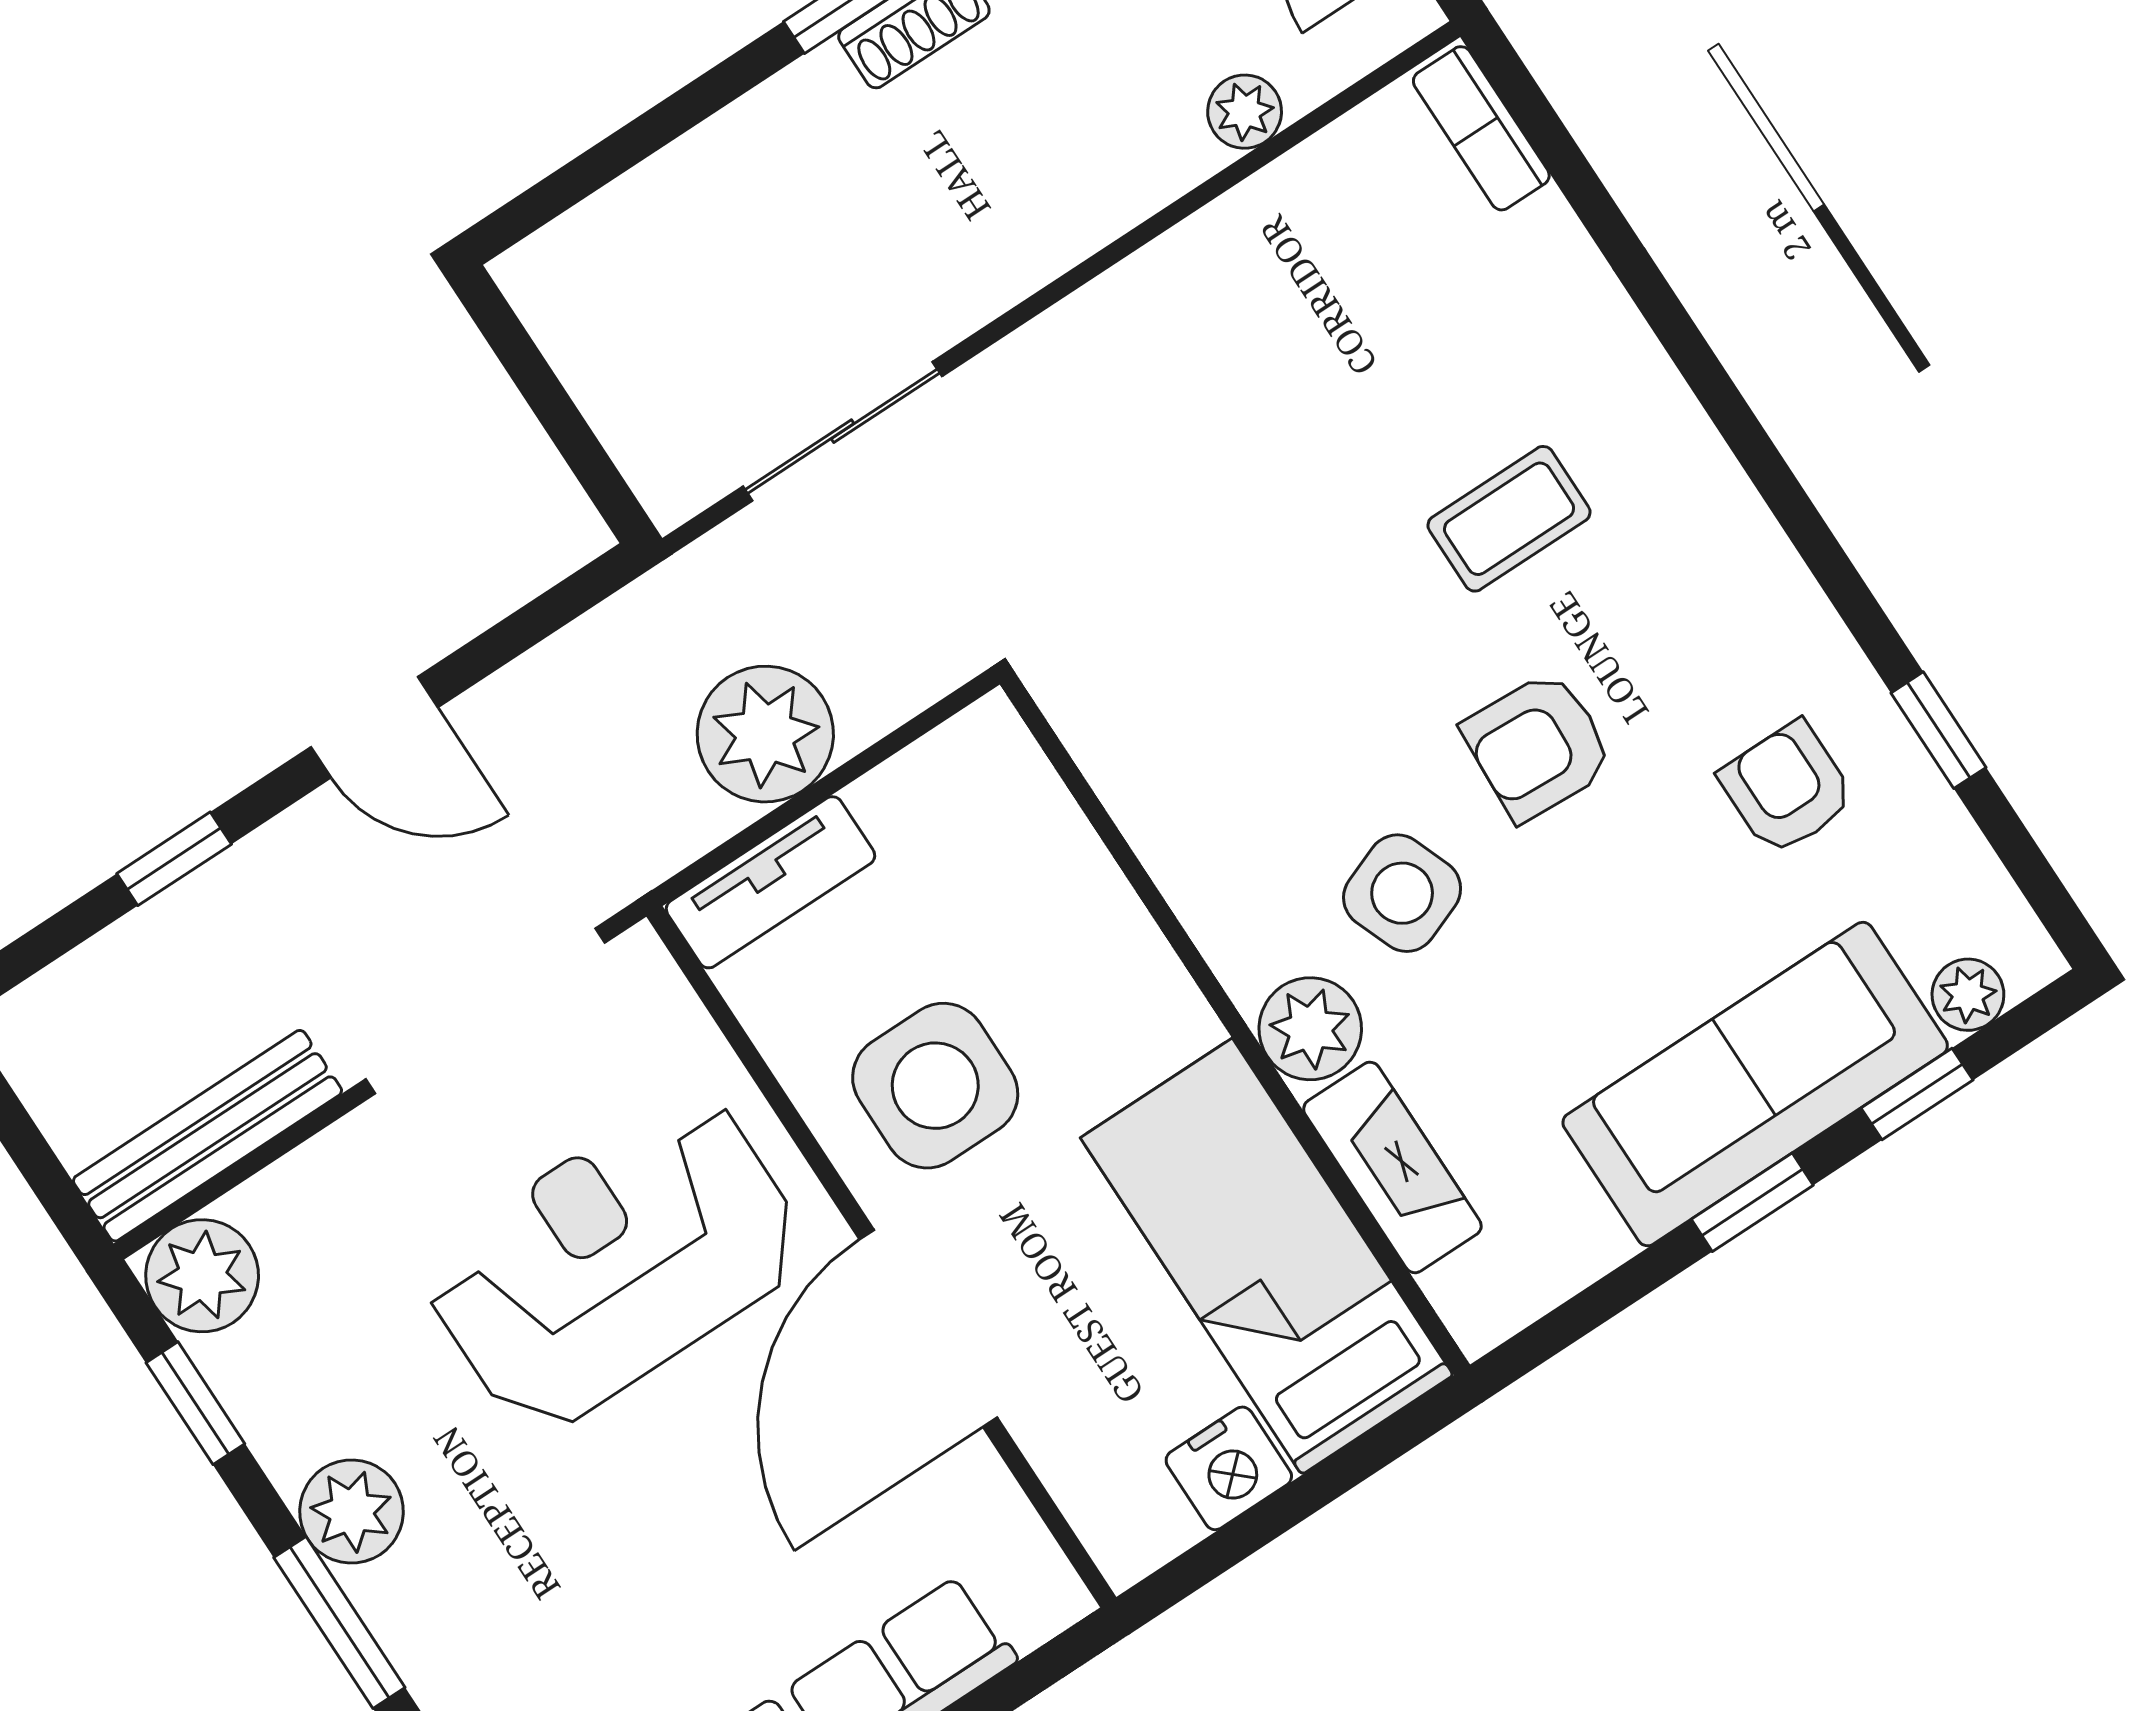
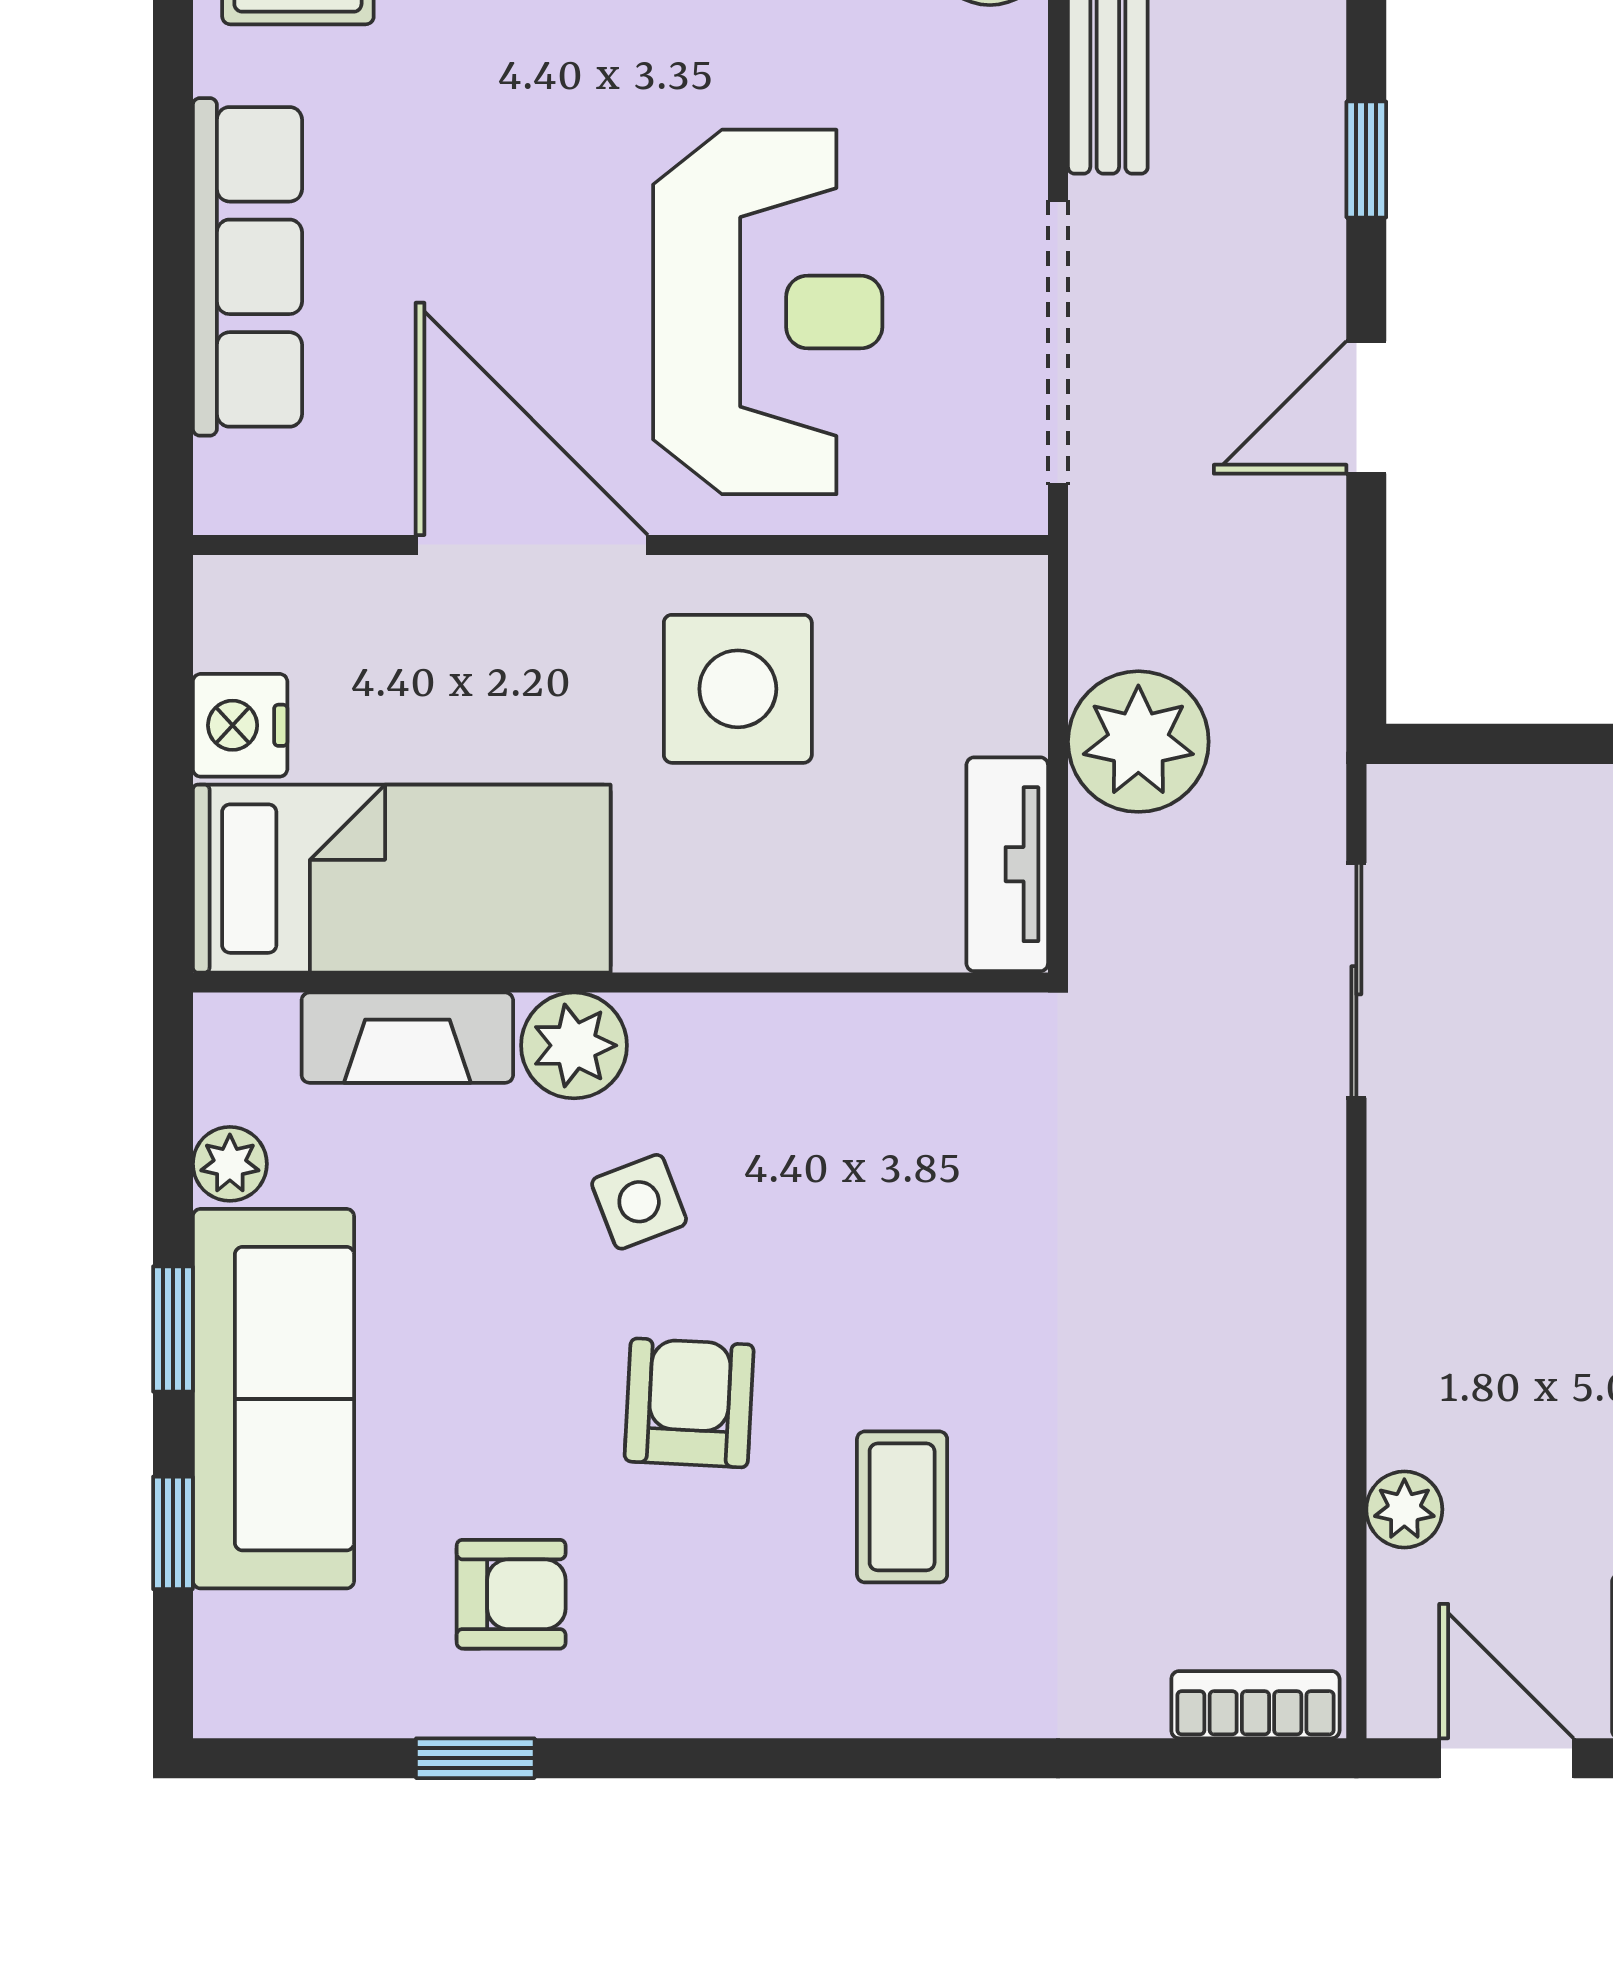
tv unit: (770, 882) -> (1007, 864), moved
side table: (1402, 893) -> (639, 1202), width x0.73, depth x0.73
plant: (1968, 995) -> (230, 1164), moved

